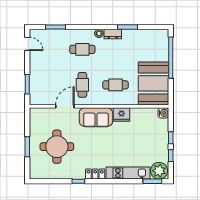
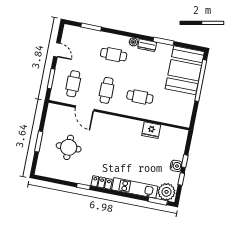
door: (27, 44) -> (57, 50), moved
booth: (153, 83) -> (185, 70), moved
cafe table: (49, 85) -> (73, 84), added
door: (65, 106) -> (85, 108), swing flipped
water cooler: (163, 113) -> (176, 166), moved
fridge: (121, 115) -> (151, 130), moved
sofa: (96, 117) -> (114, 125), removed
round table: (57, 147) -> (69, 147), width x0.73, depth x0.73

